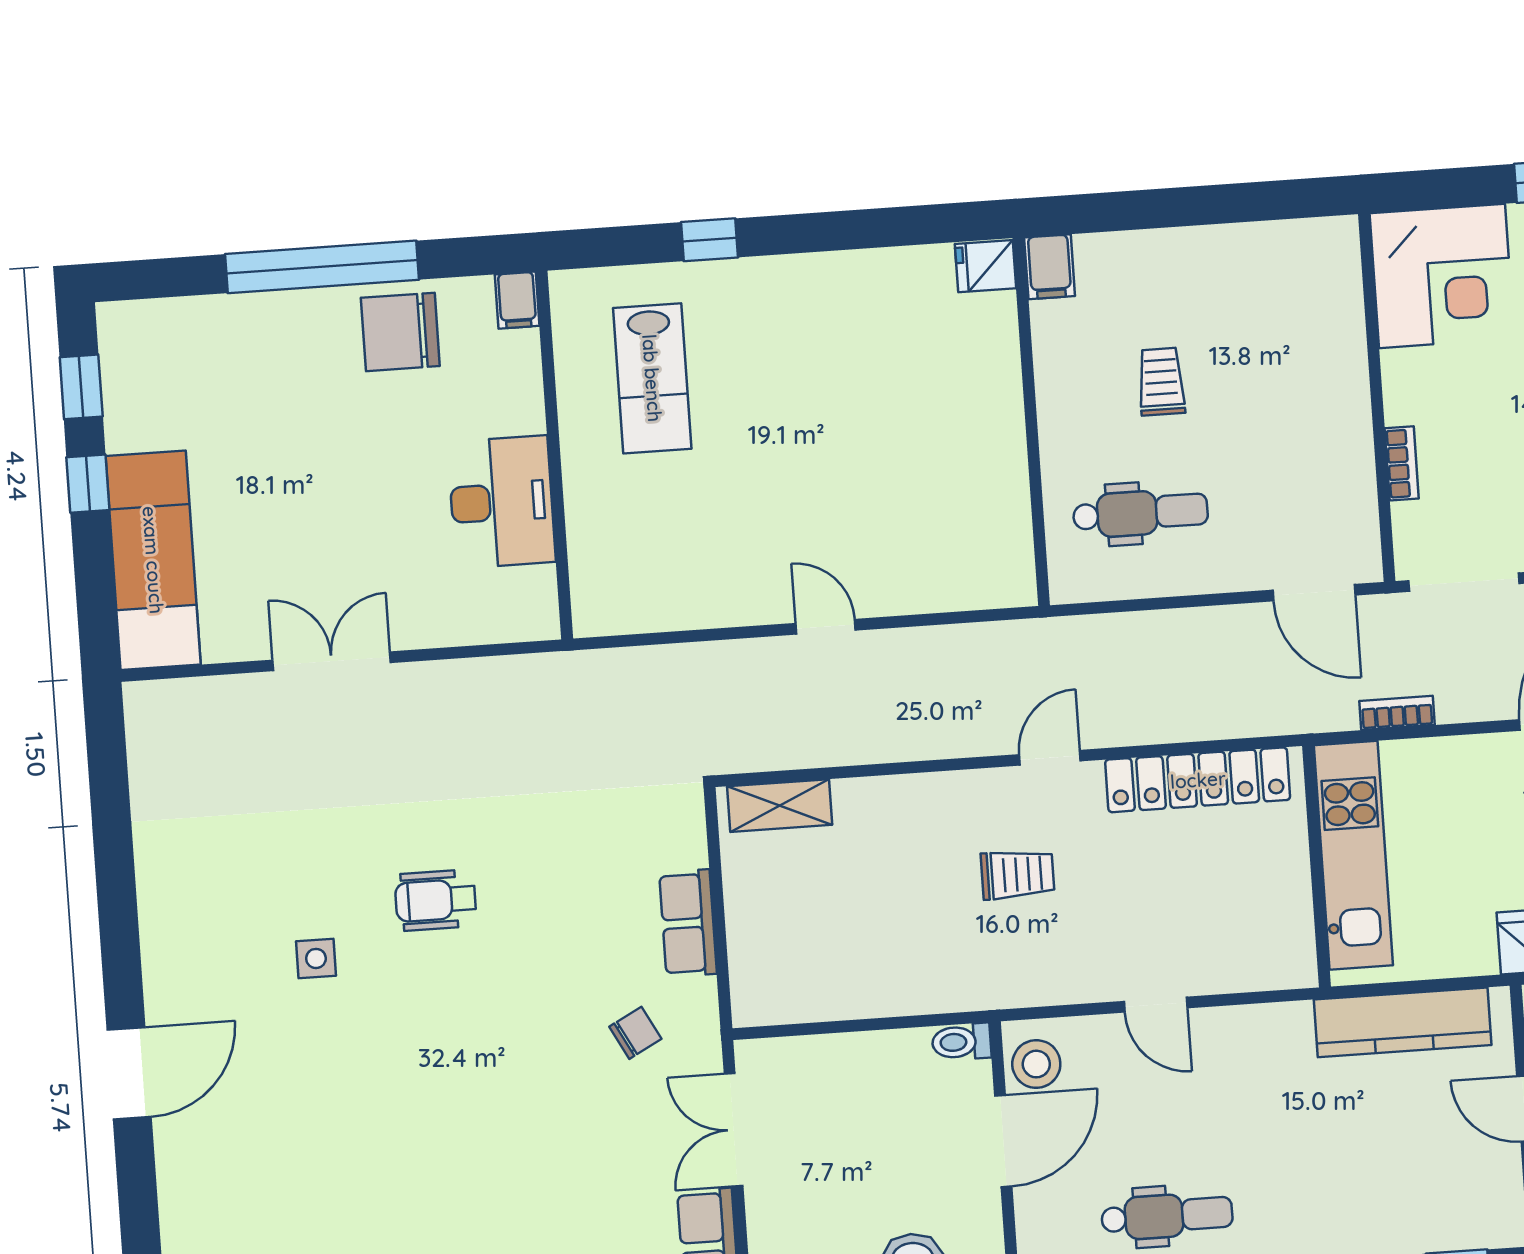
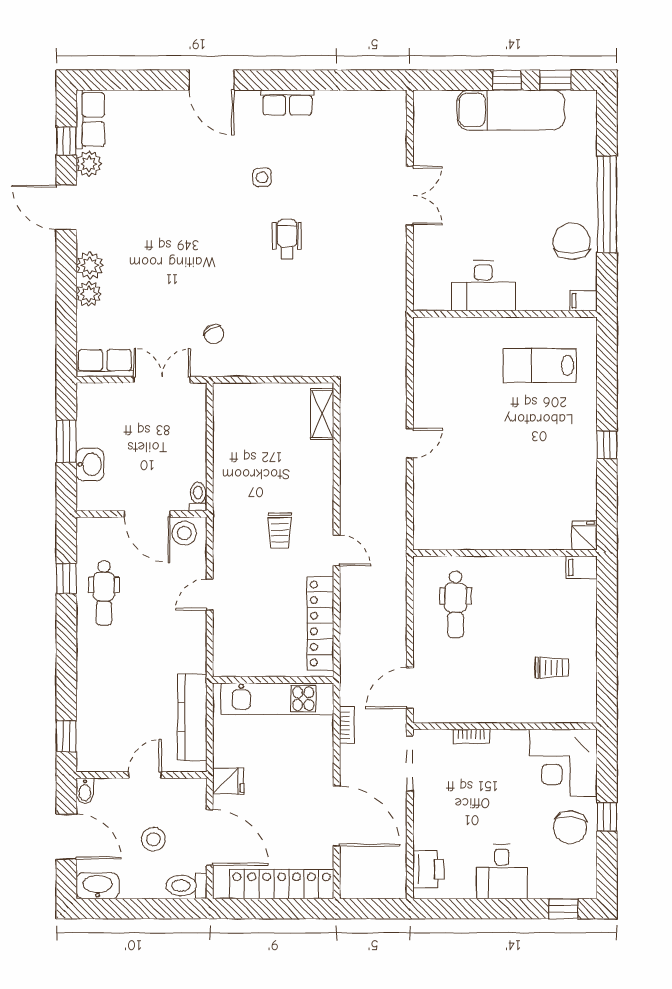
window: (709, 240) -> (607, 445), moved
trolley: (1161, 382) -> (552, 668), moved
exam couch: (153, 560) -> (511, 110), moved
row of seats: (688, 923) -> (287, 102), moved, turned 180

